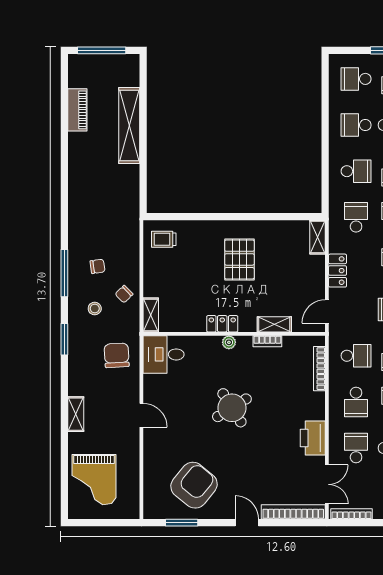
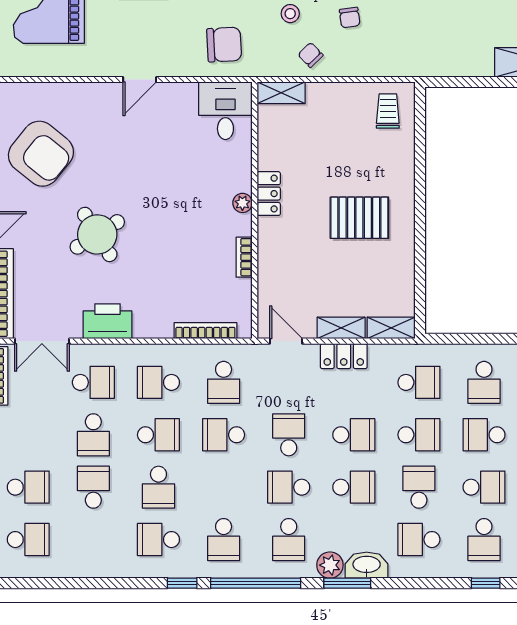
shelving: (274, 324) -> (341, 328), moved, turned 90
round table: (232, 408) -> (97, 234), moved

